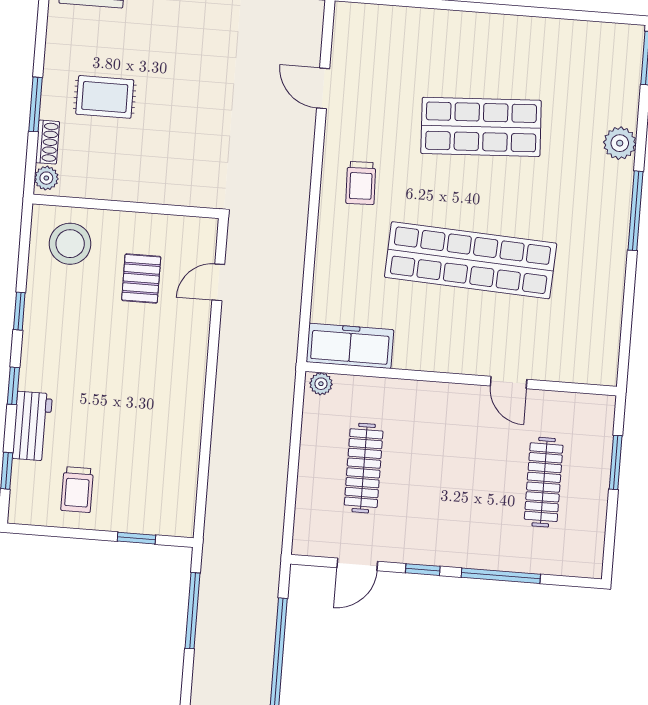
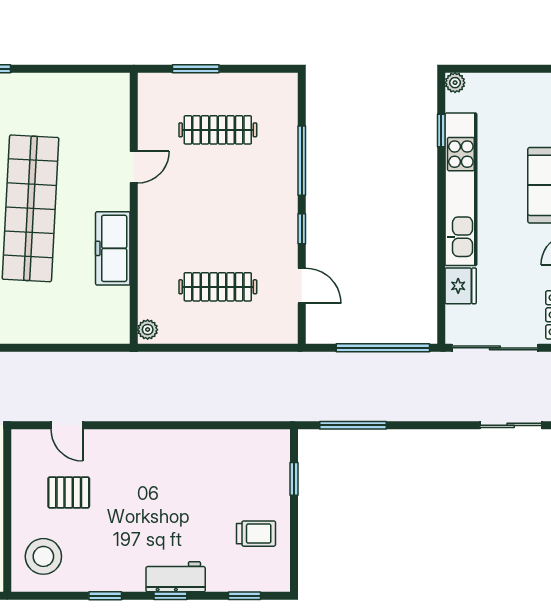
freezer: (350, 346) -> (113, 248), moved
workbench: (32, 426) -> (176, 577), moved

